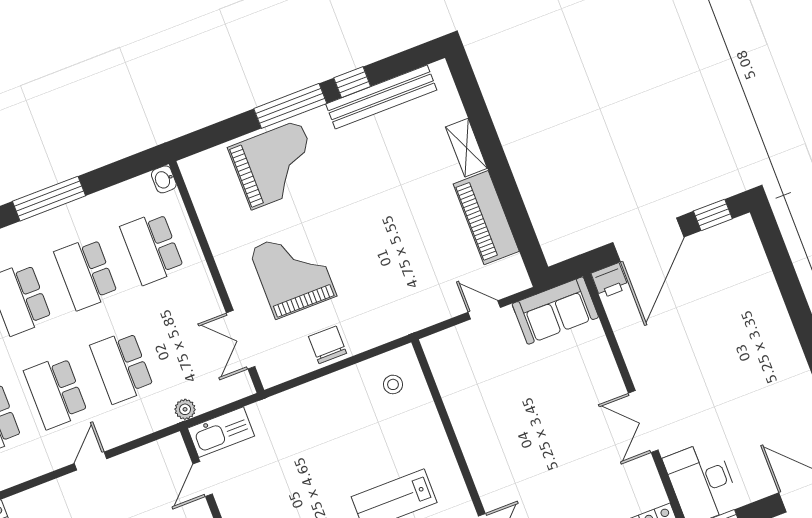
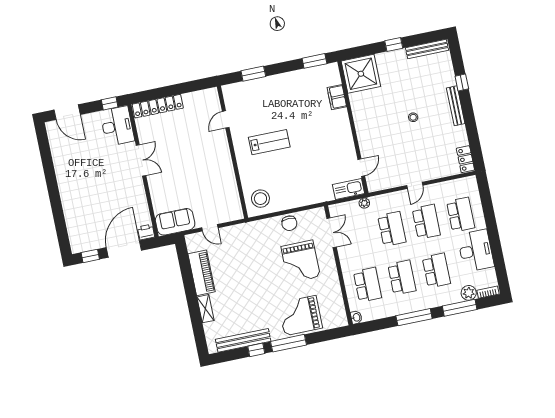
stool: (393, 384) -> (260, 199), width x1.89, depth x1.89

